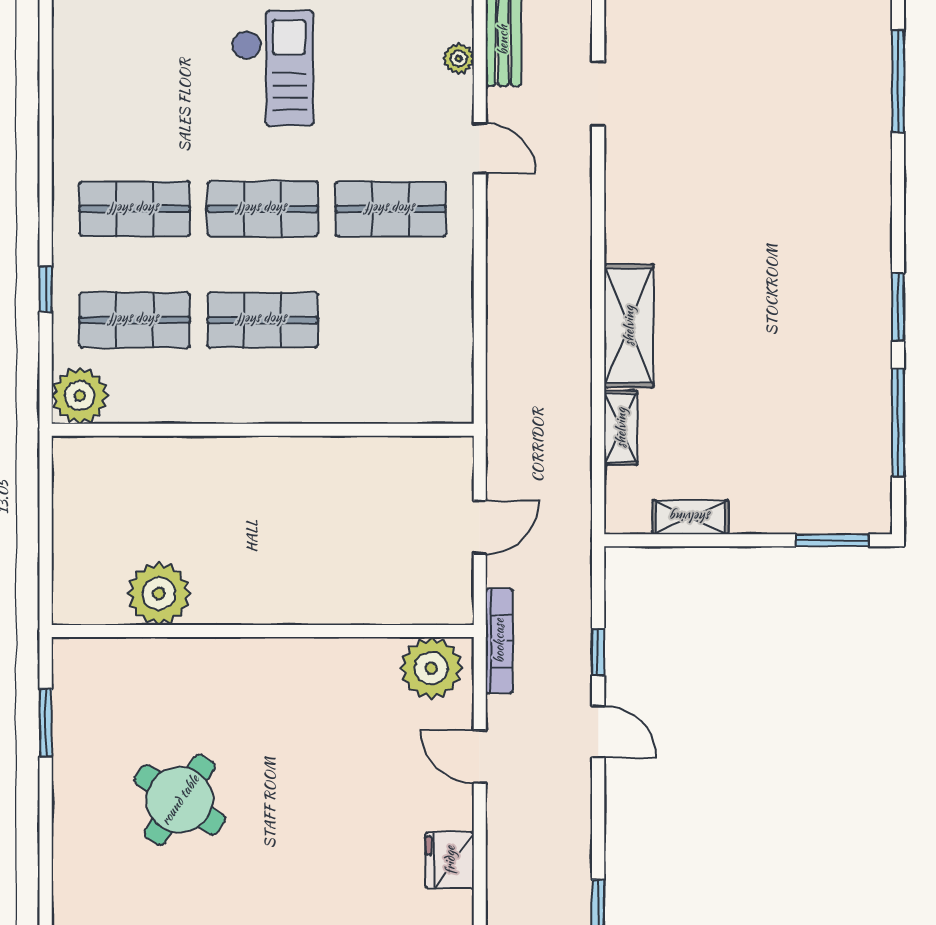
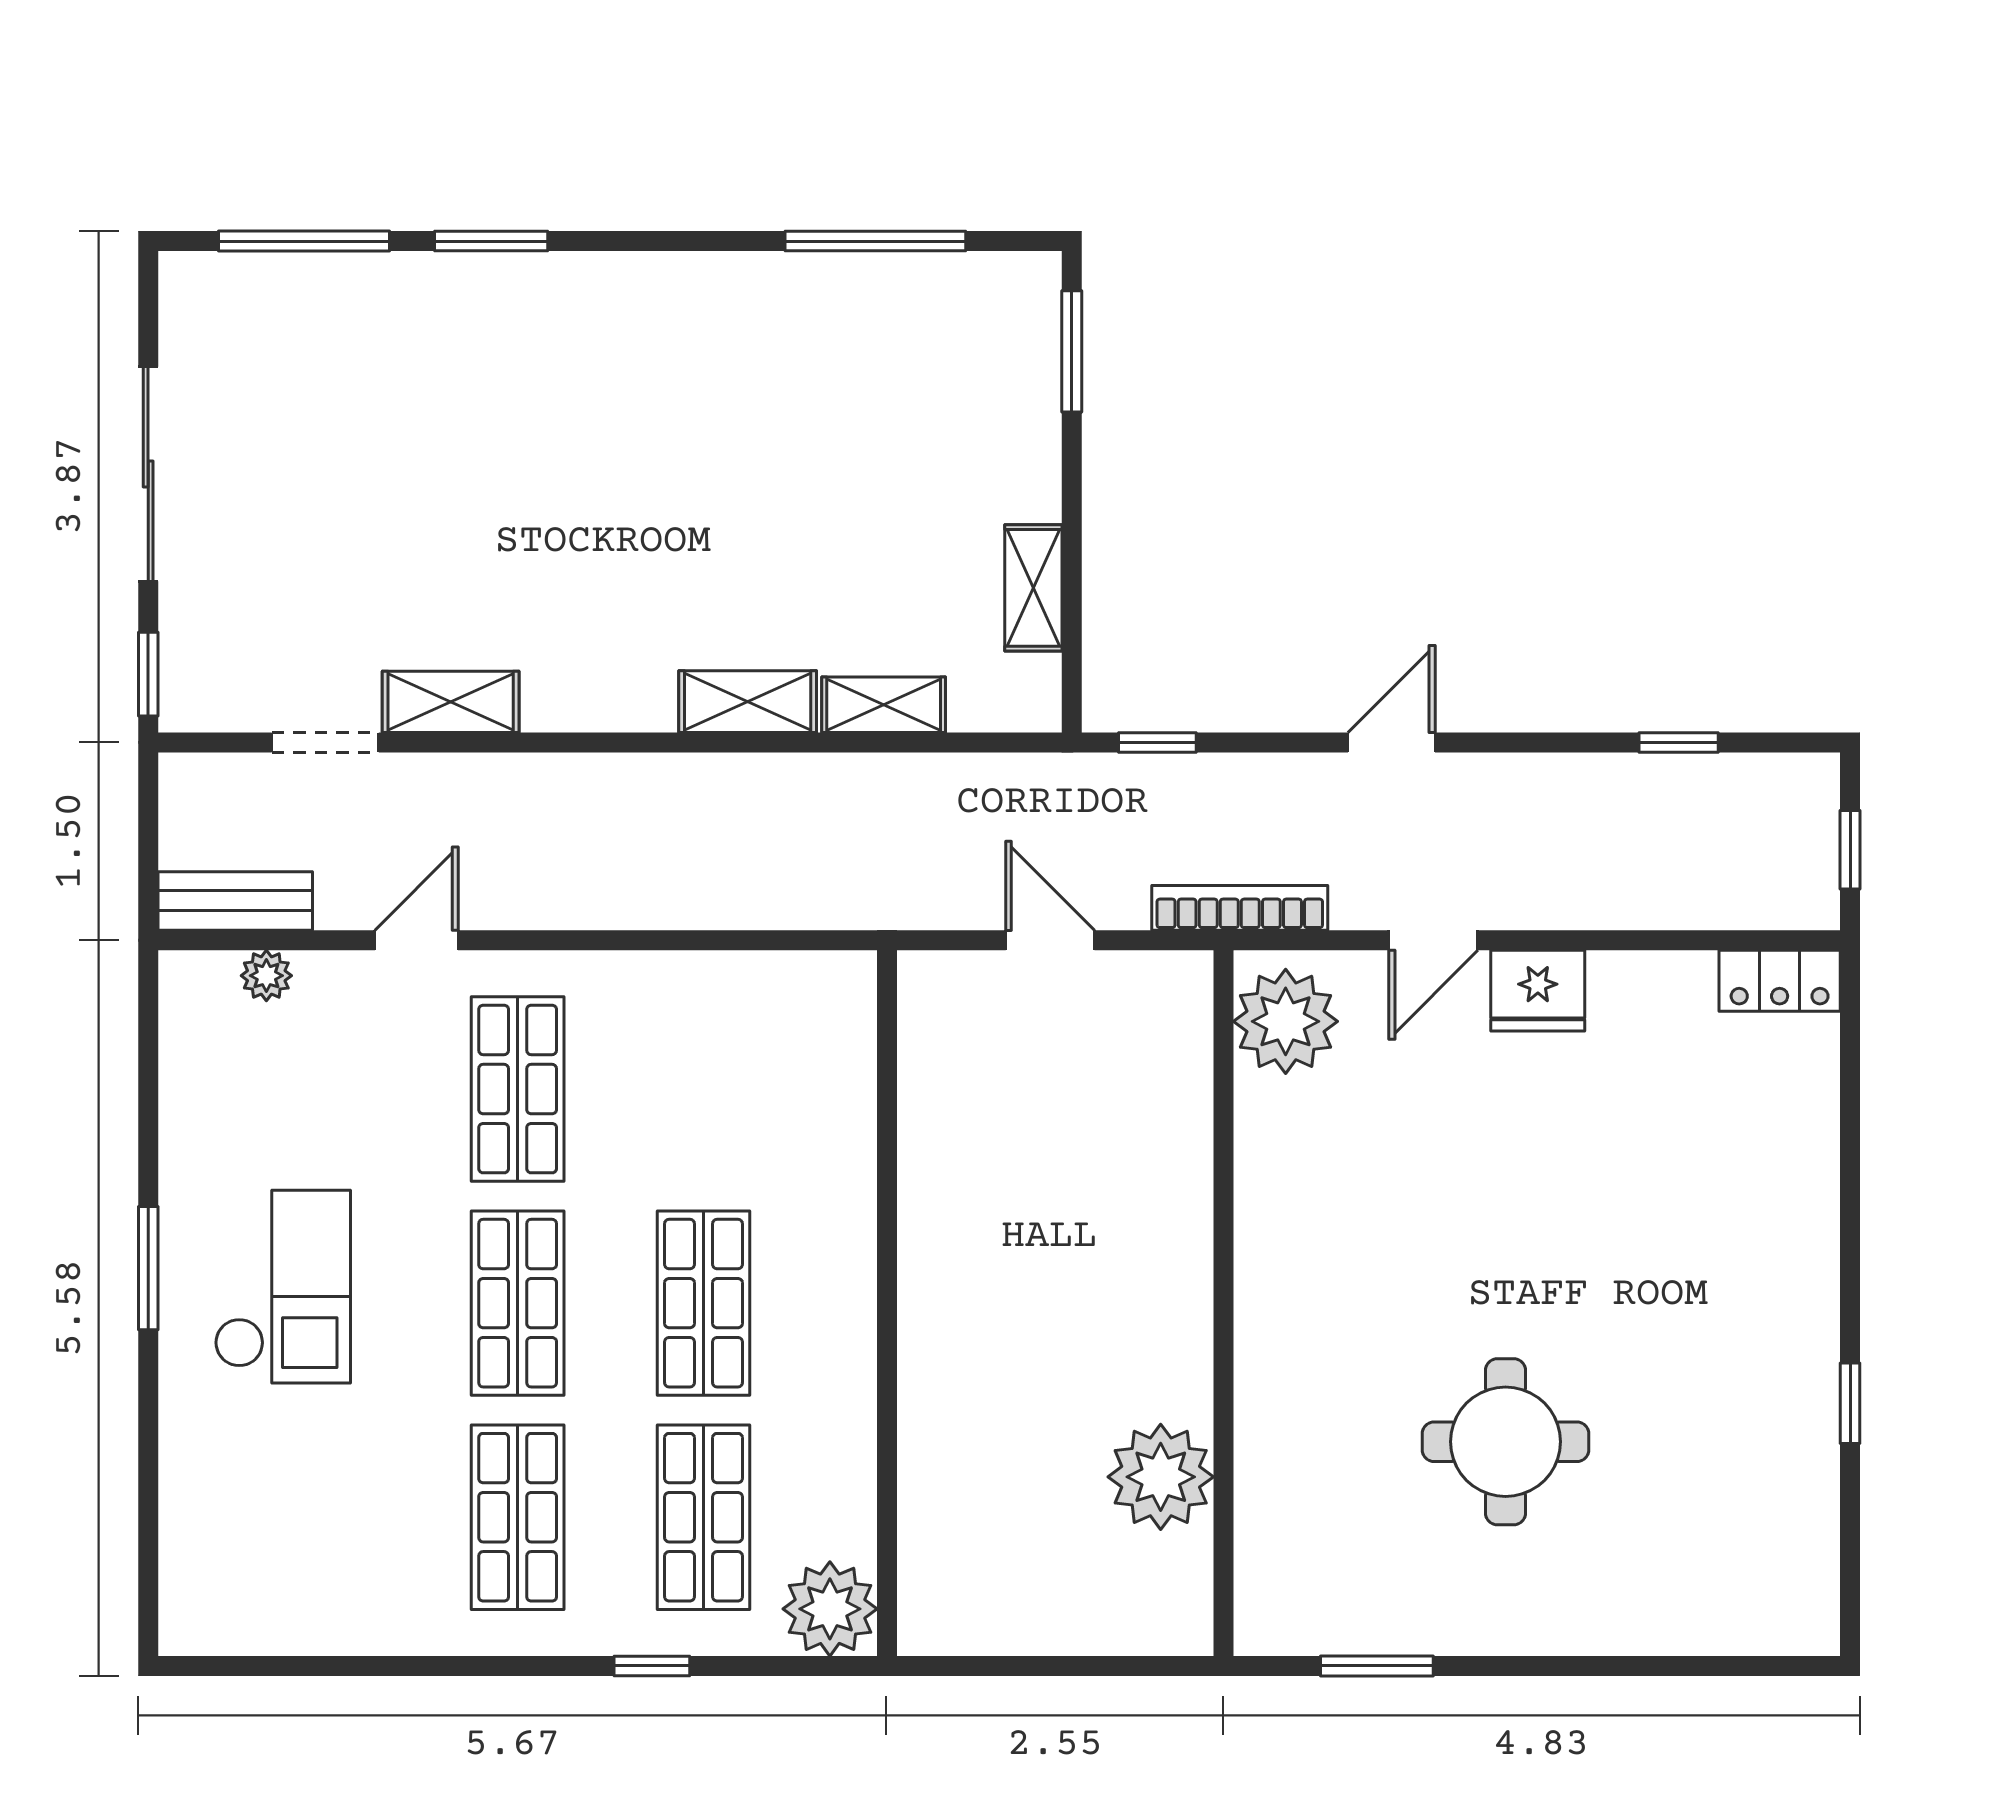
checkout: (273, 68) -> (283, 1287), turned 90
shelving: (622, 169) -> (451, 702), added
window: (898, 307) -> (491, 241), moved
shelving: (629, 326) -> (748, 702), width x0.67, depth x0.75
window: (598, 652) -> (1157, 742), moved
round table: (180, 800) -> (1506, 1442), turned -34
fridge: (450, 860) -> (1538, 991), moved

